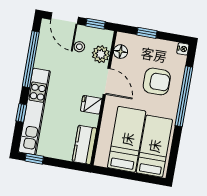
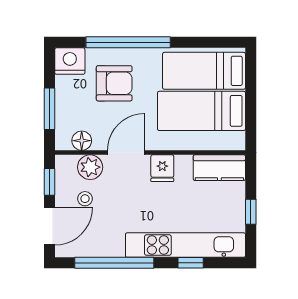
window: (147, 33) -> (49, 109), width x1.50
nightstand: (183, 49) -> (70, 61), width x1.89, depth x1.79
armchair: (157, 81) -> (114, 83), turned 90
window: (34, 159) -> (251, 212), moved

